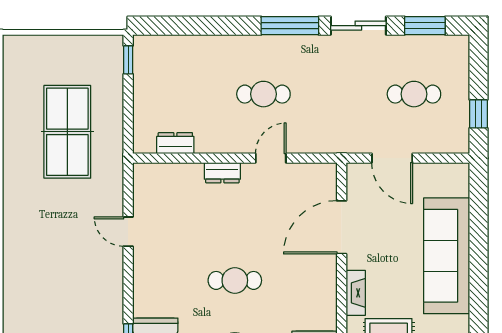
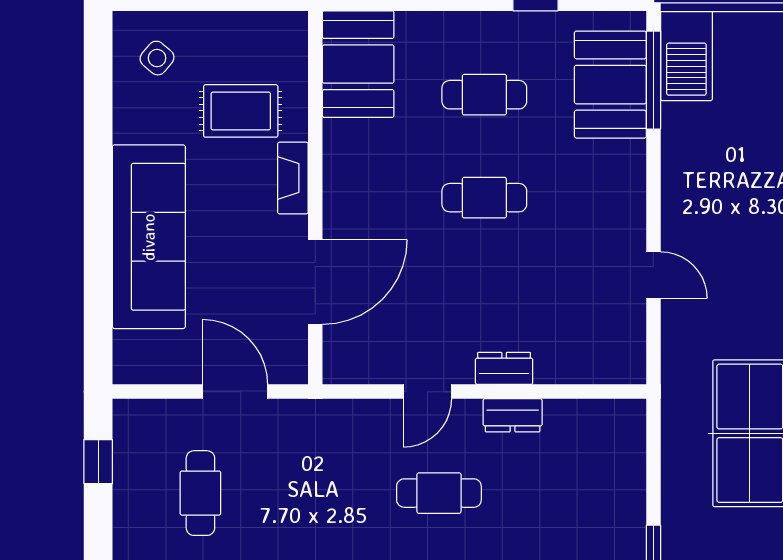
cafe table: (414, 94) -> (200, 493), turned 90
dresser: (175, 143) -> (513, 415), moved

